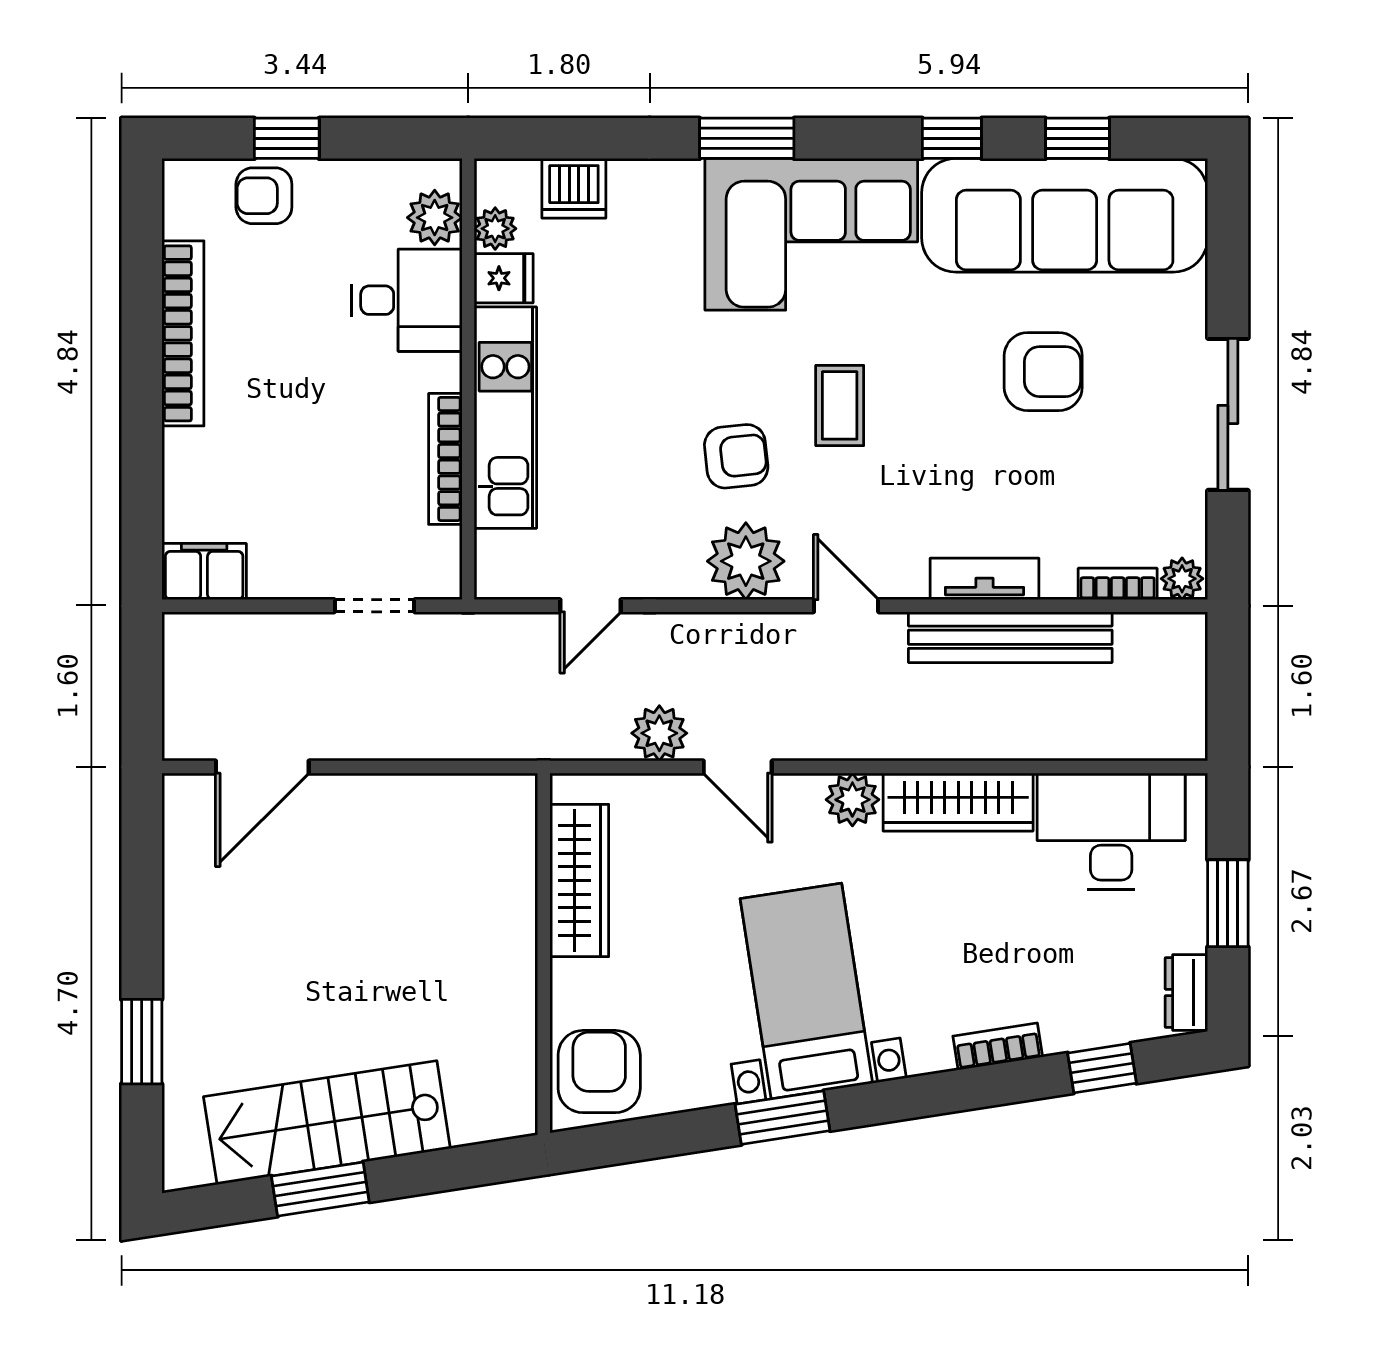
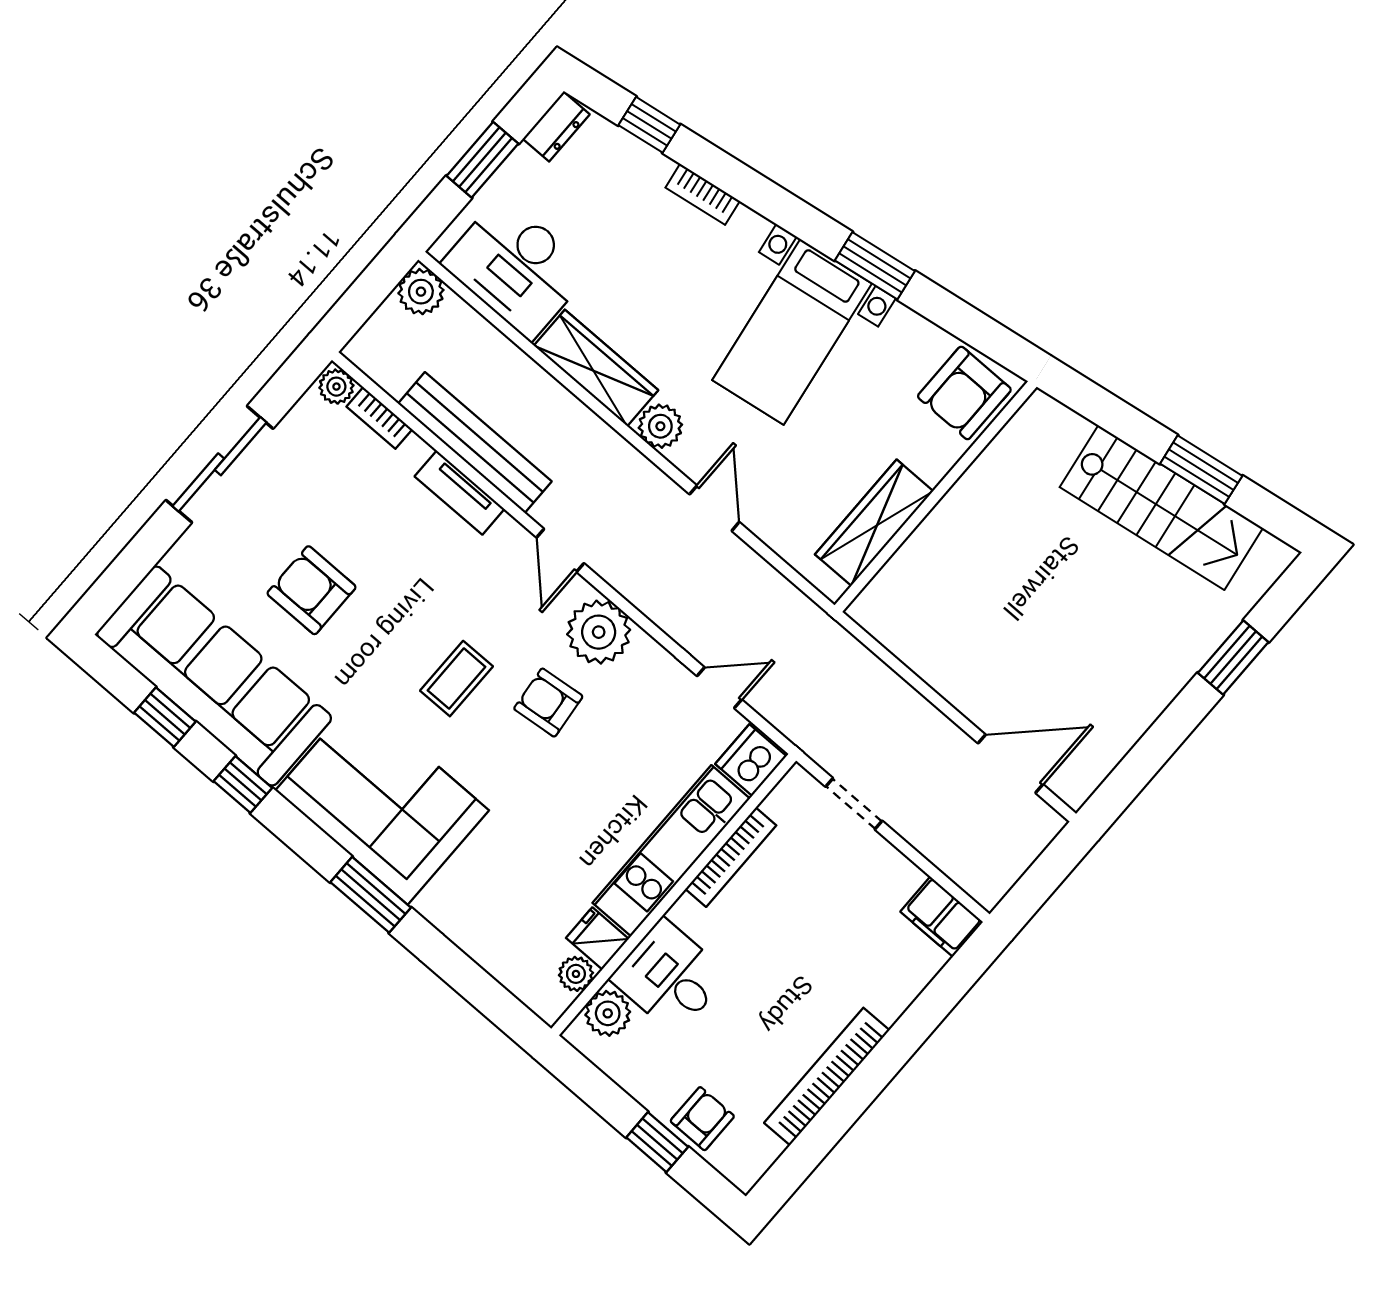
dishwasher: (574, 188) -> (751, 760), moved, turned -90
armchair: (264, 196) -> (702, 1119), turned -90
plant: (659, 733) -> (421, 292), moved

